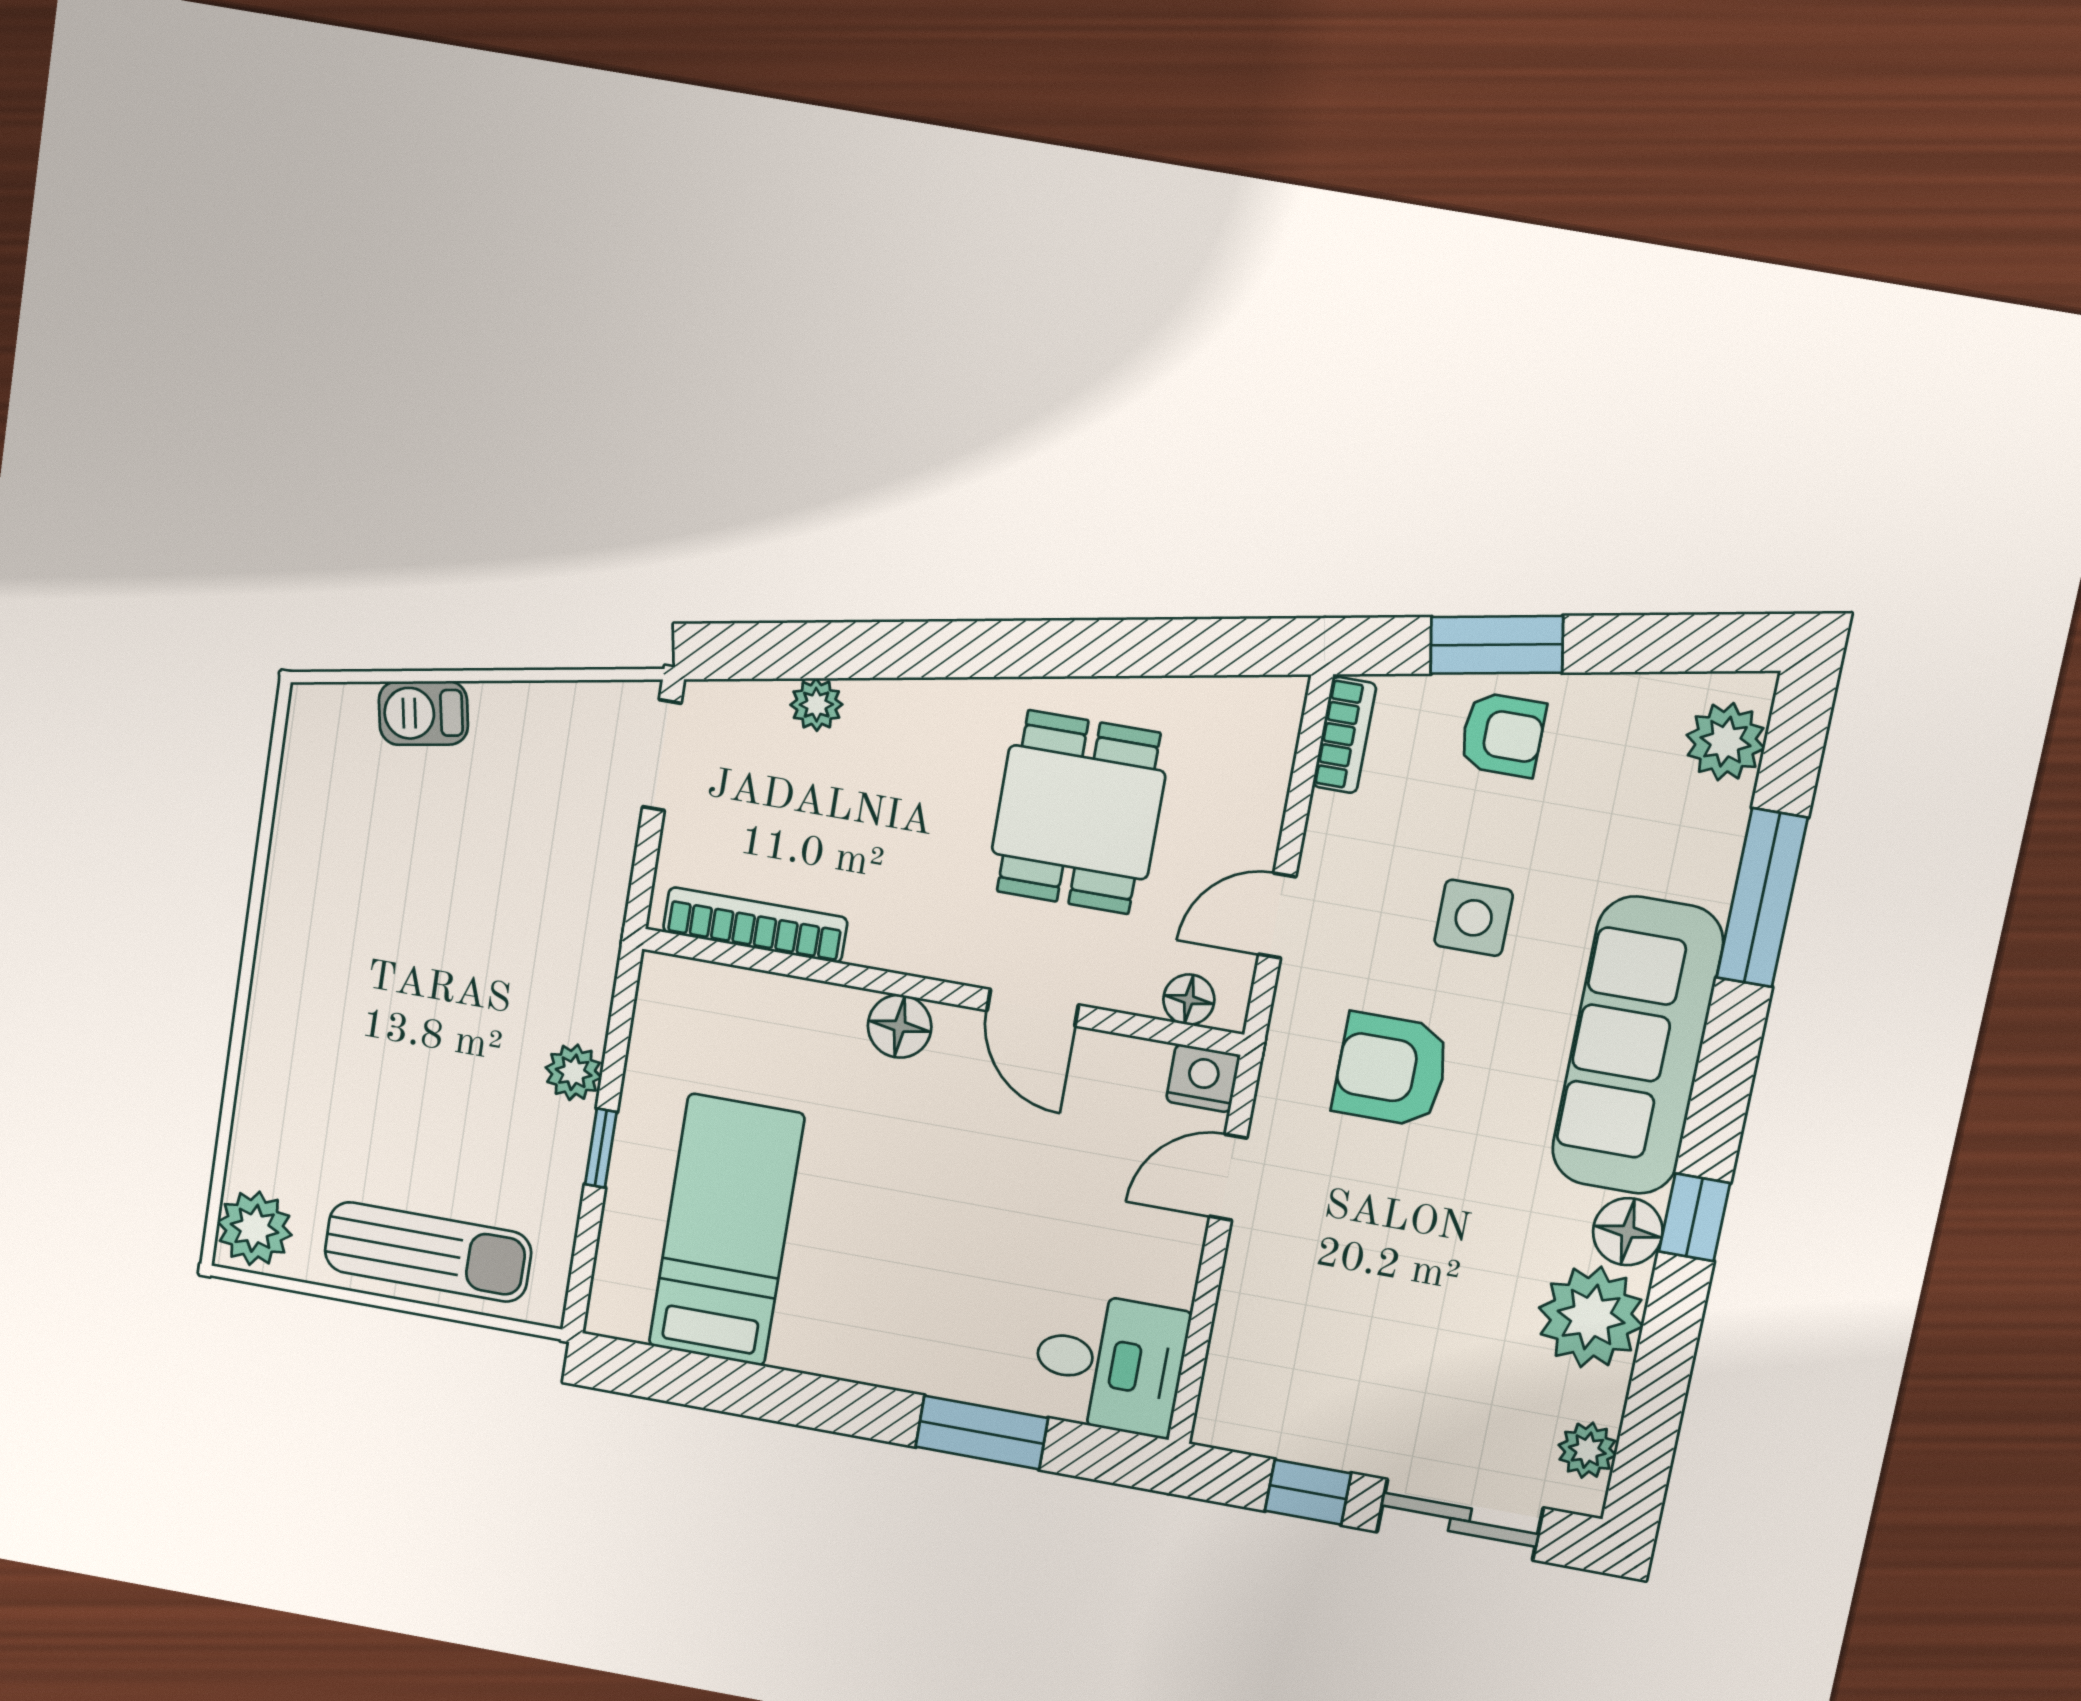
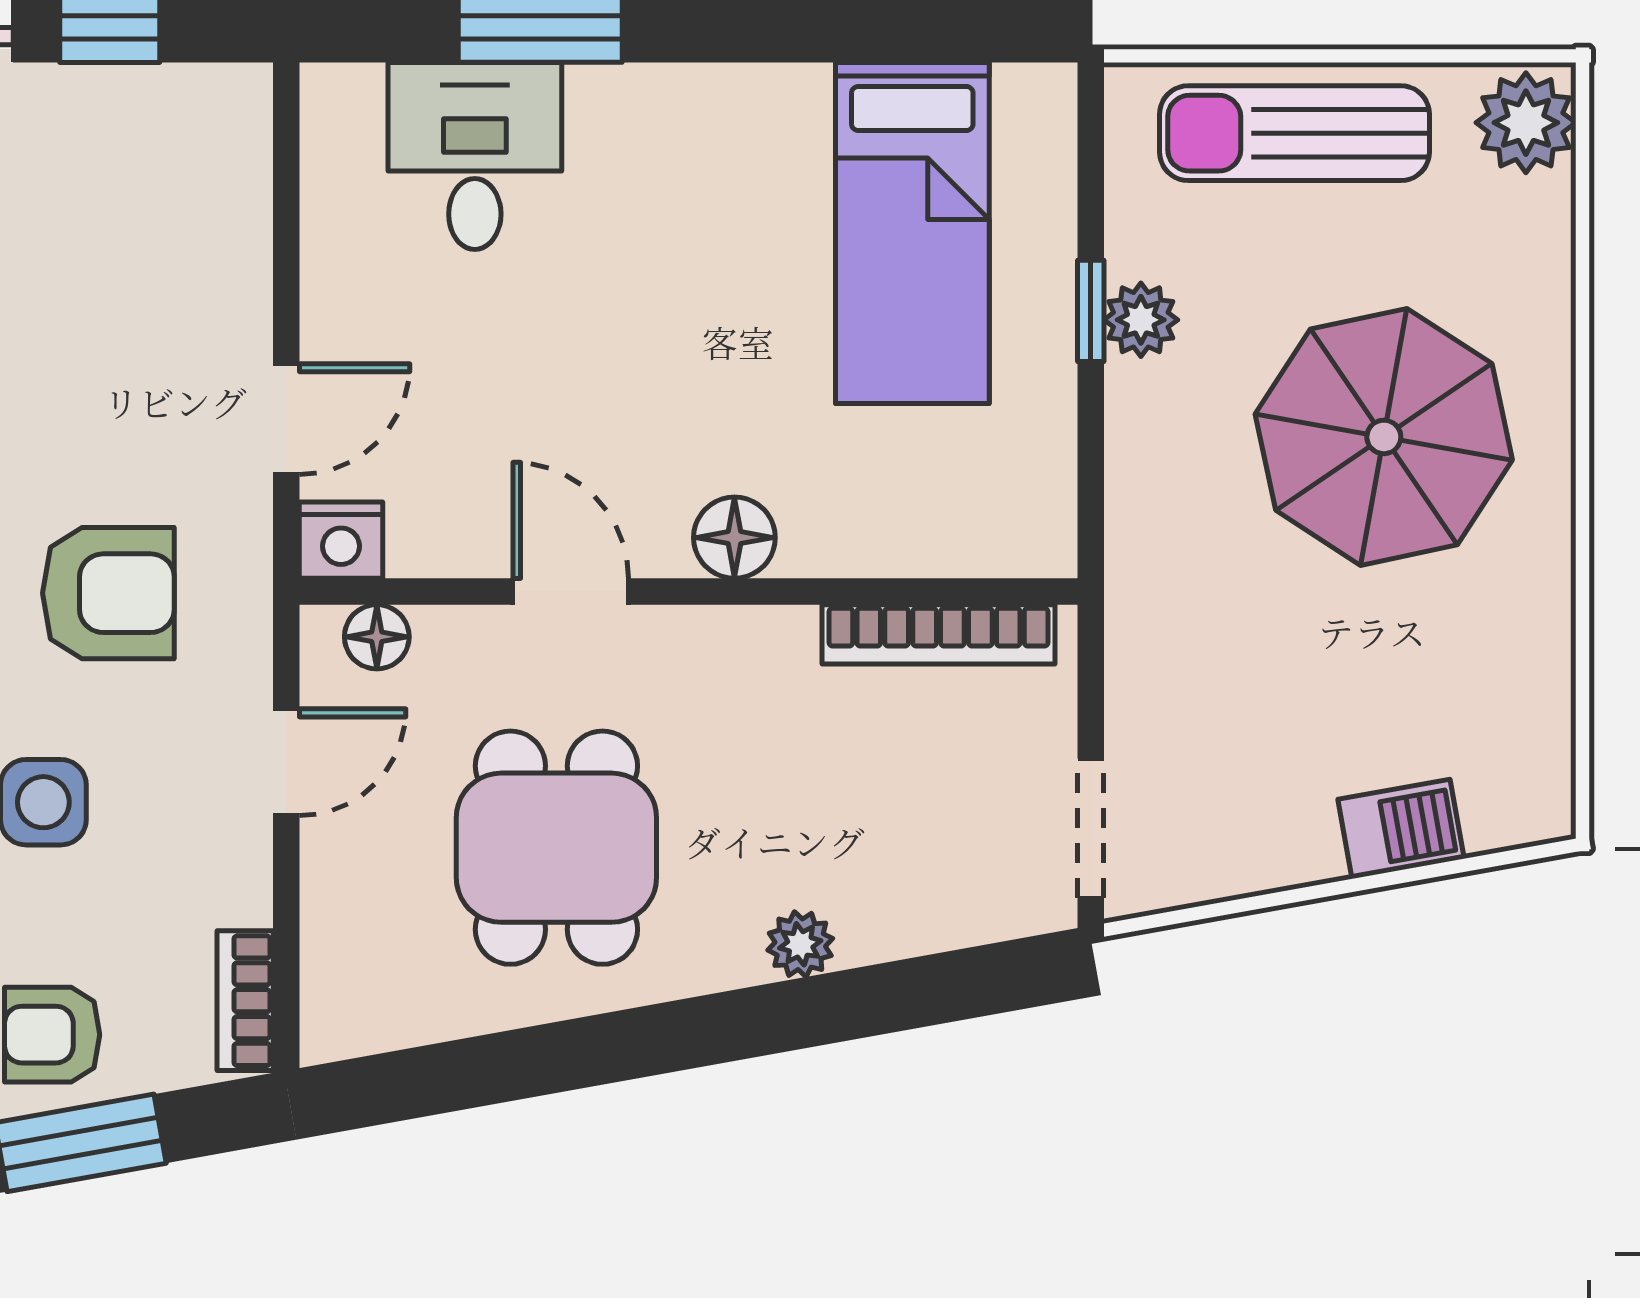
plant: (816, 705) -> (800, 944), moved
parasol: (394, 1014) -> (1384, 437), added
plant: (574, 1072) -> (1141, 320), moved
desk: (1109, 1363) -> (475, 156), moved, turned 90

